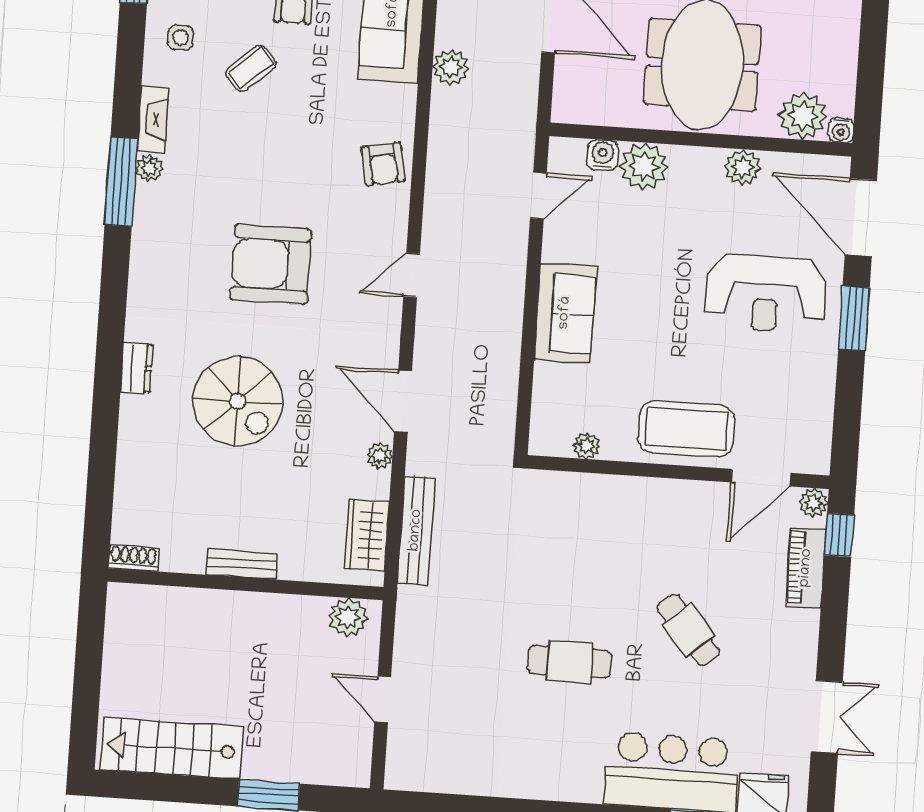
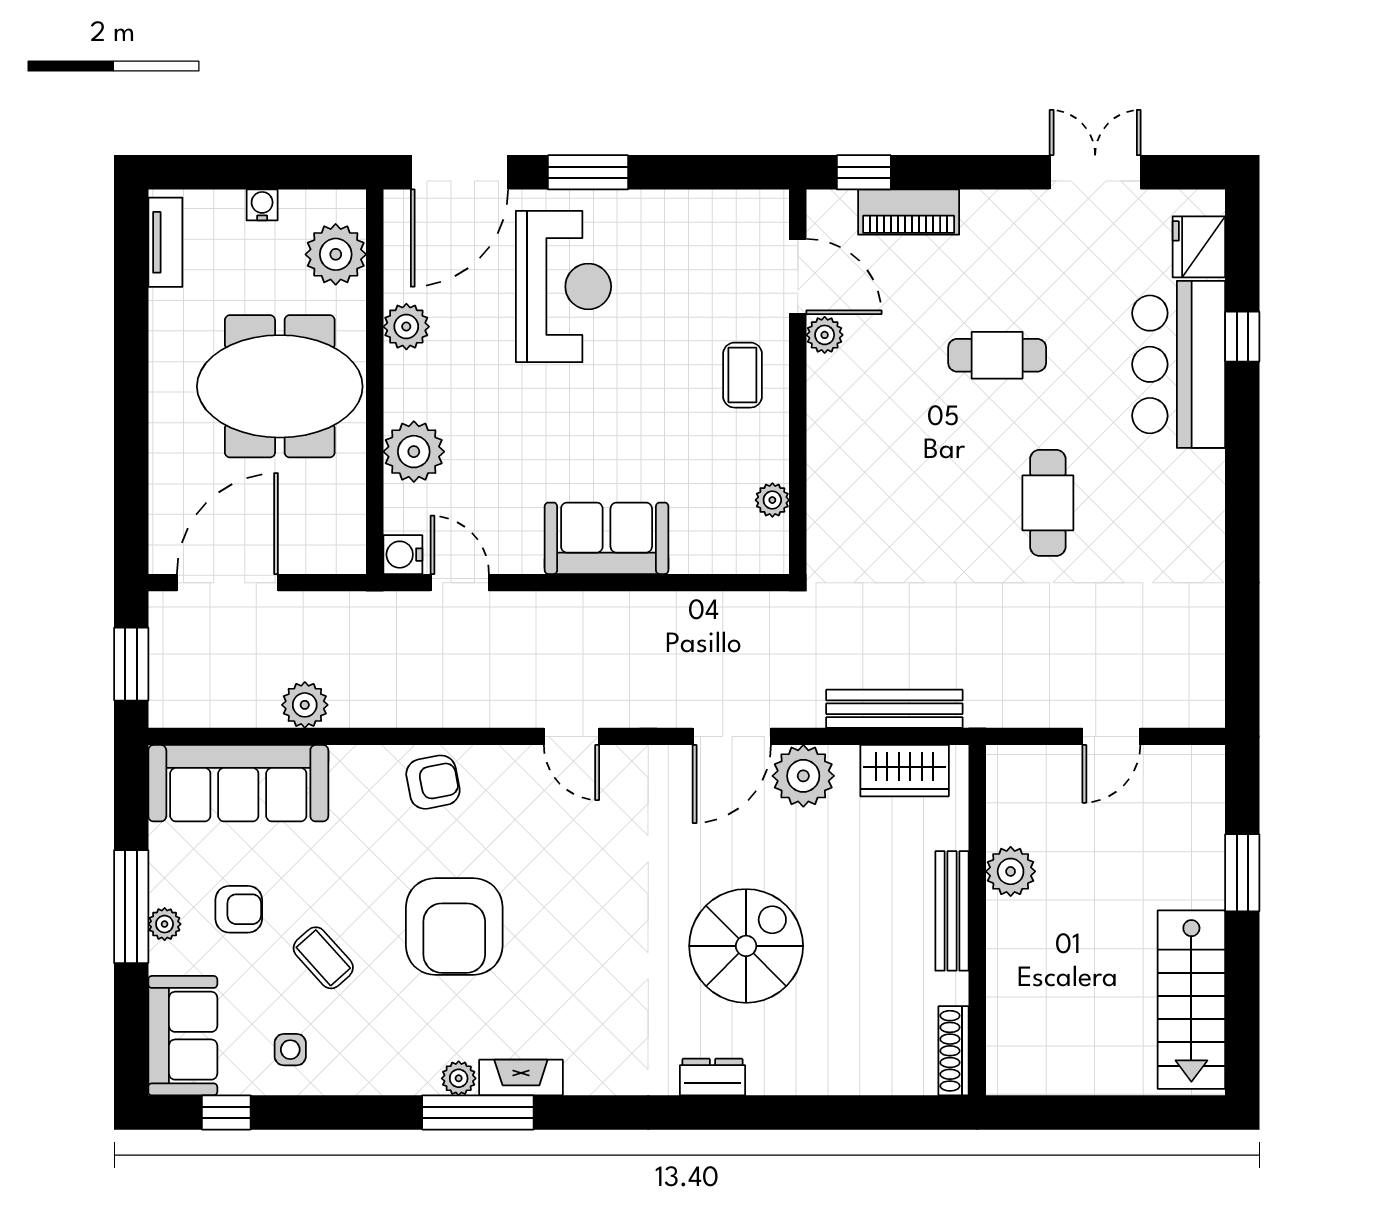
fireplace: (153, 119) -> (521, 1078), moved
water cooler: (841, 130) -> (262, 205), moved, turned -90
water cooler: (602, 155) -> (403, 555), moved
armchair: (271, 264) -> (454, 926), moved
coffee table: (686, 429) -> (742, 375), width x0.54, depth x0.58
plant: (380, 456) -> (803, 776), width x1.88, depth x1.88
plant: (813, 502) -> (825, 335), moved
shoe rack: (134, 558) -> (954, 1051), width x1.43
bench: (242, 564) -> (952, 911), width x1.36
plant: (348, 618) -> (1011, 871), moved
cafe table: (688, 630) -> (997, 355), turned 41

